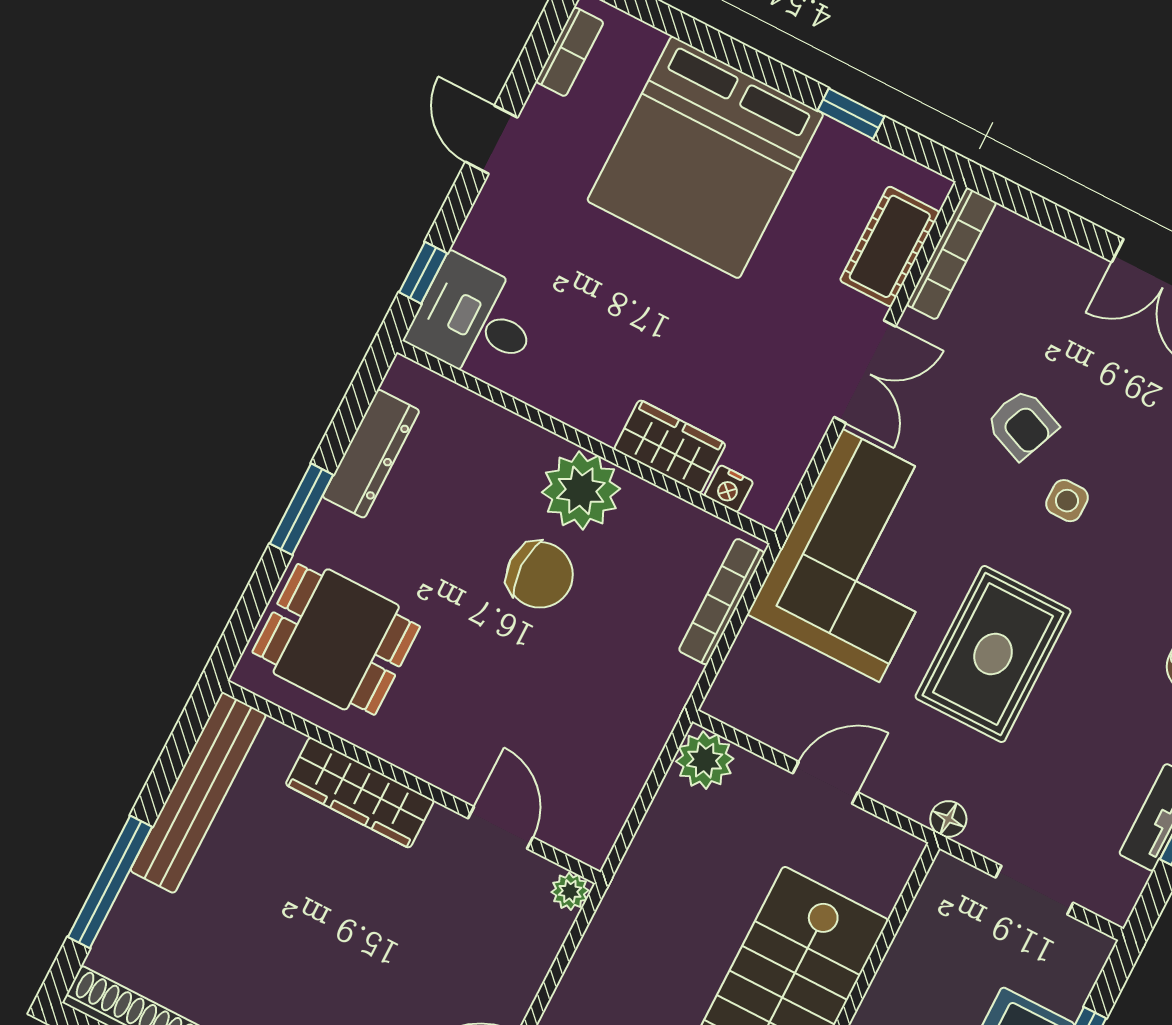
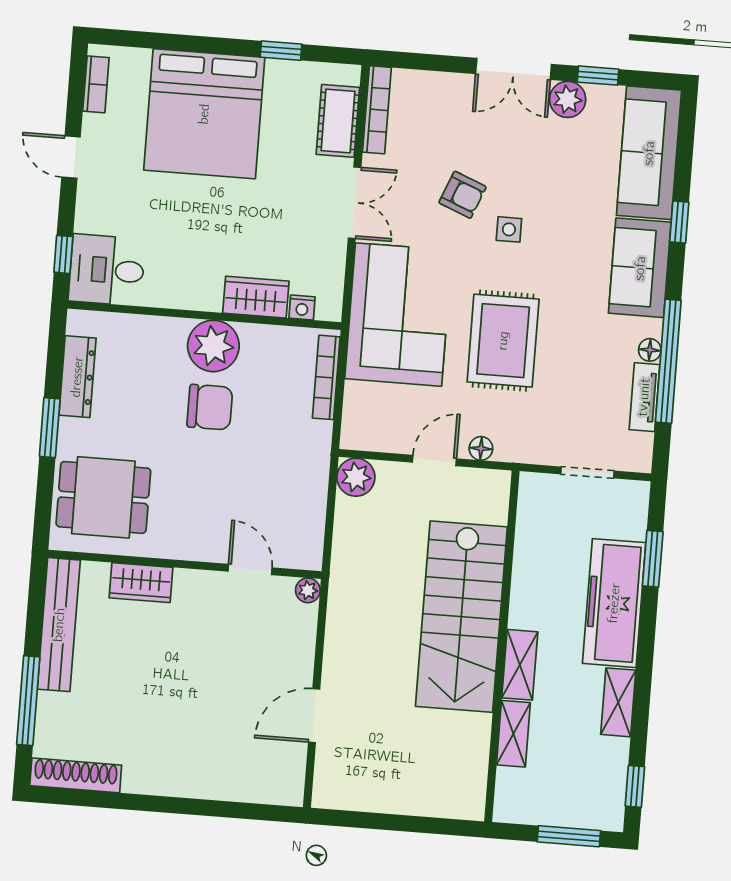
wardrobe: (360, 793) -> (141, 583), width x0.67
floor lamp: (948, 819) -> (481, 448), moved

